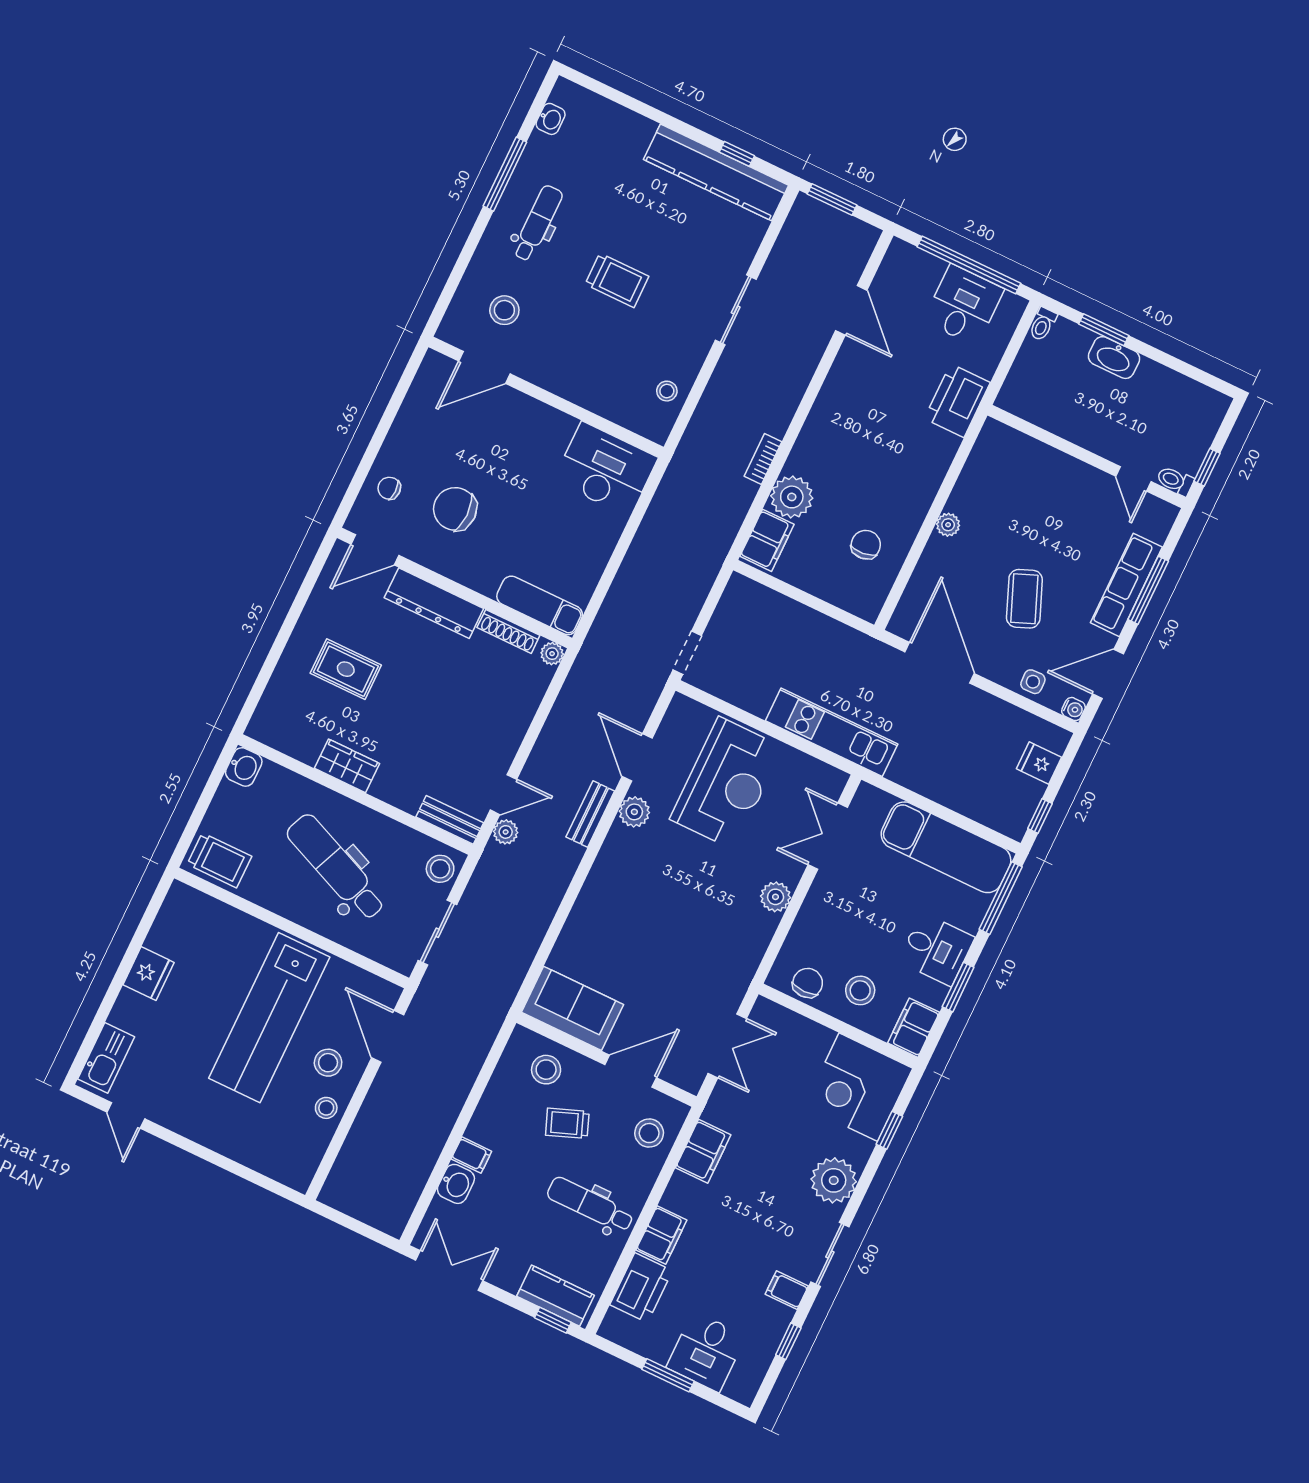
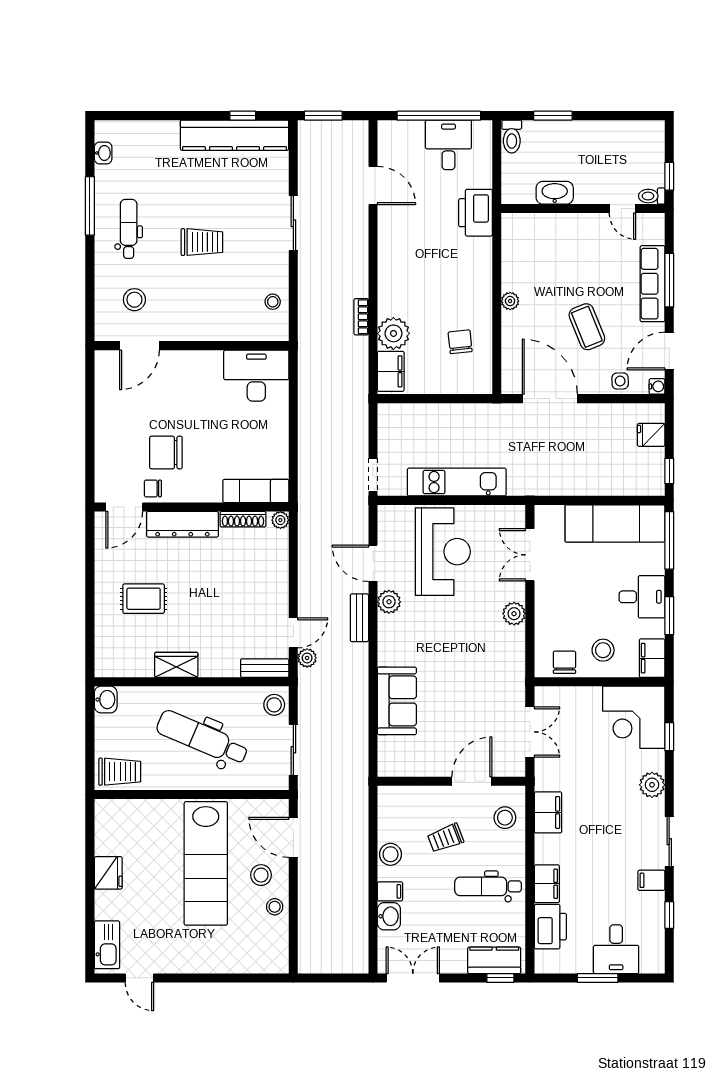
toilet: (1043, 324) -> (512, 136), width x1.37, depth x1.39
washbasin: (1114, 358) -> (555, 193), moved, turned 180
chair: (389, 488) -> (153, 488), moved
kitchen unit: (832, 732) -> (457, 482), moved
sofa: (572, 1008) -> (397, 701), moved, turned 90
stool: (546, 1070) -> (390, 854), moved
plant: (834, 1180) -> (652, 785), width x0.73, depth x0.73

